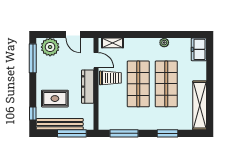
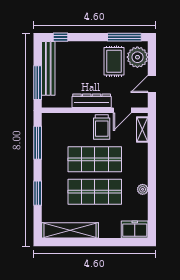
rug: (55, 99) -> (114, 61), moved

